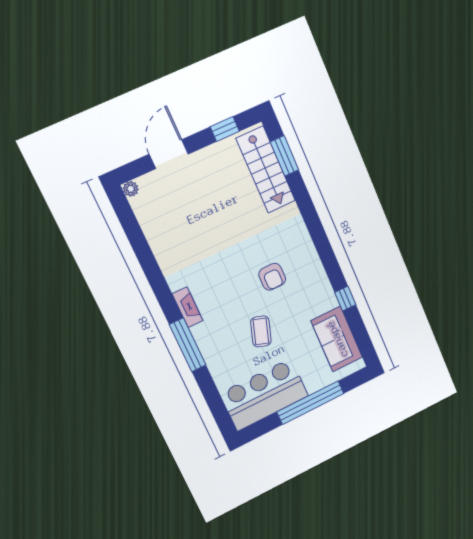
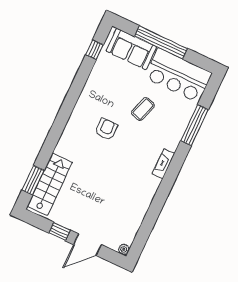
window: (225, 129) -> (60, 232), moved
window: (345, 299) -> (94, 50), moved
sofa: (337, 339) -> (131, 49), moved, turned 90
window: (188, 345) -> (194, 125), moved

